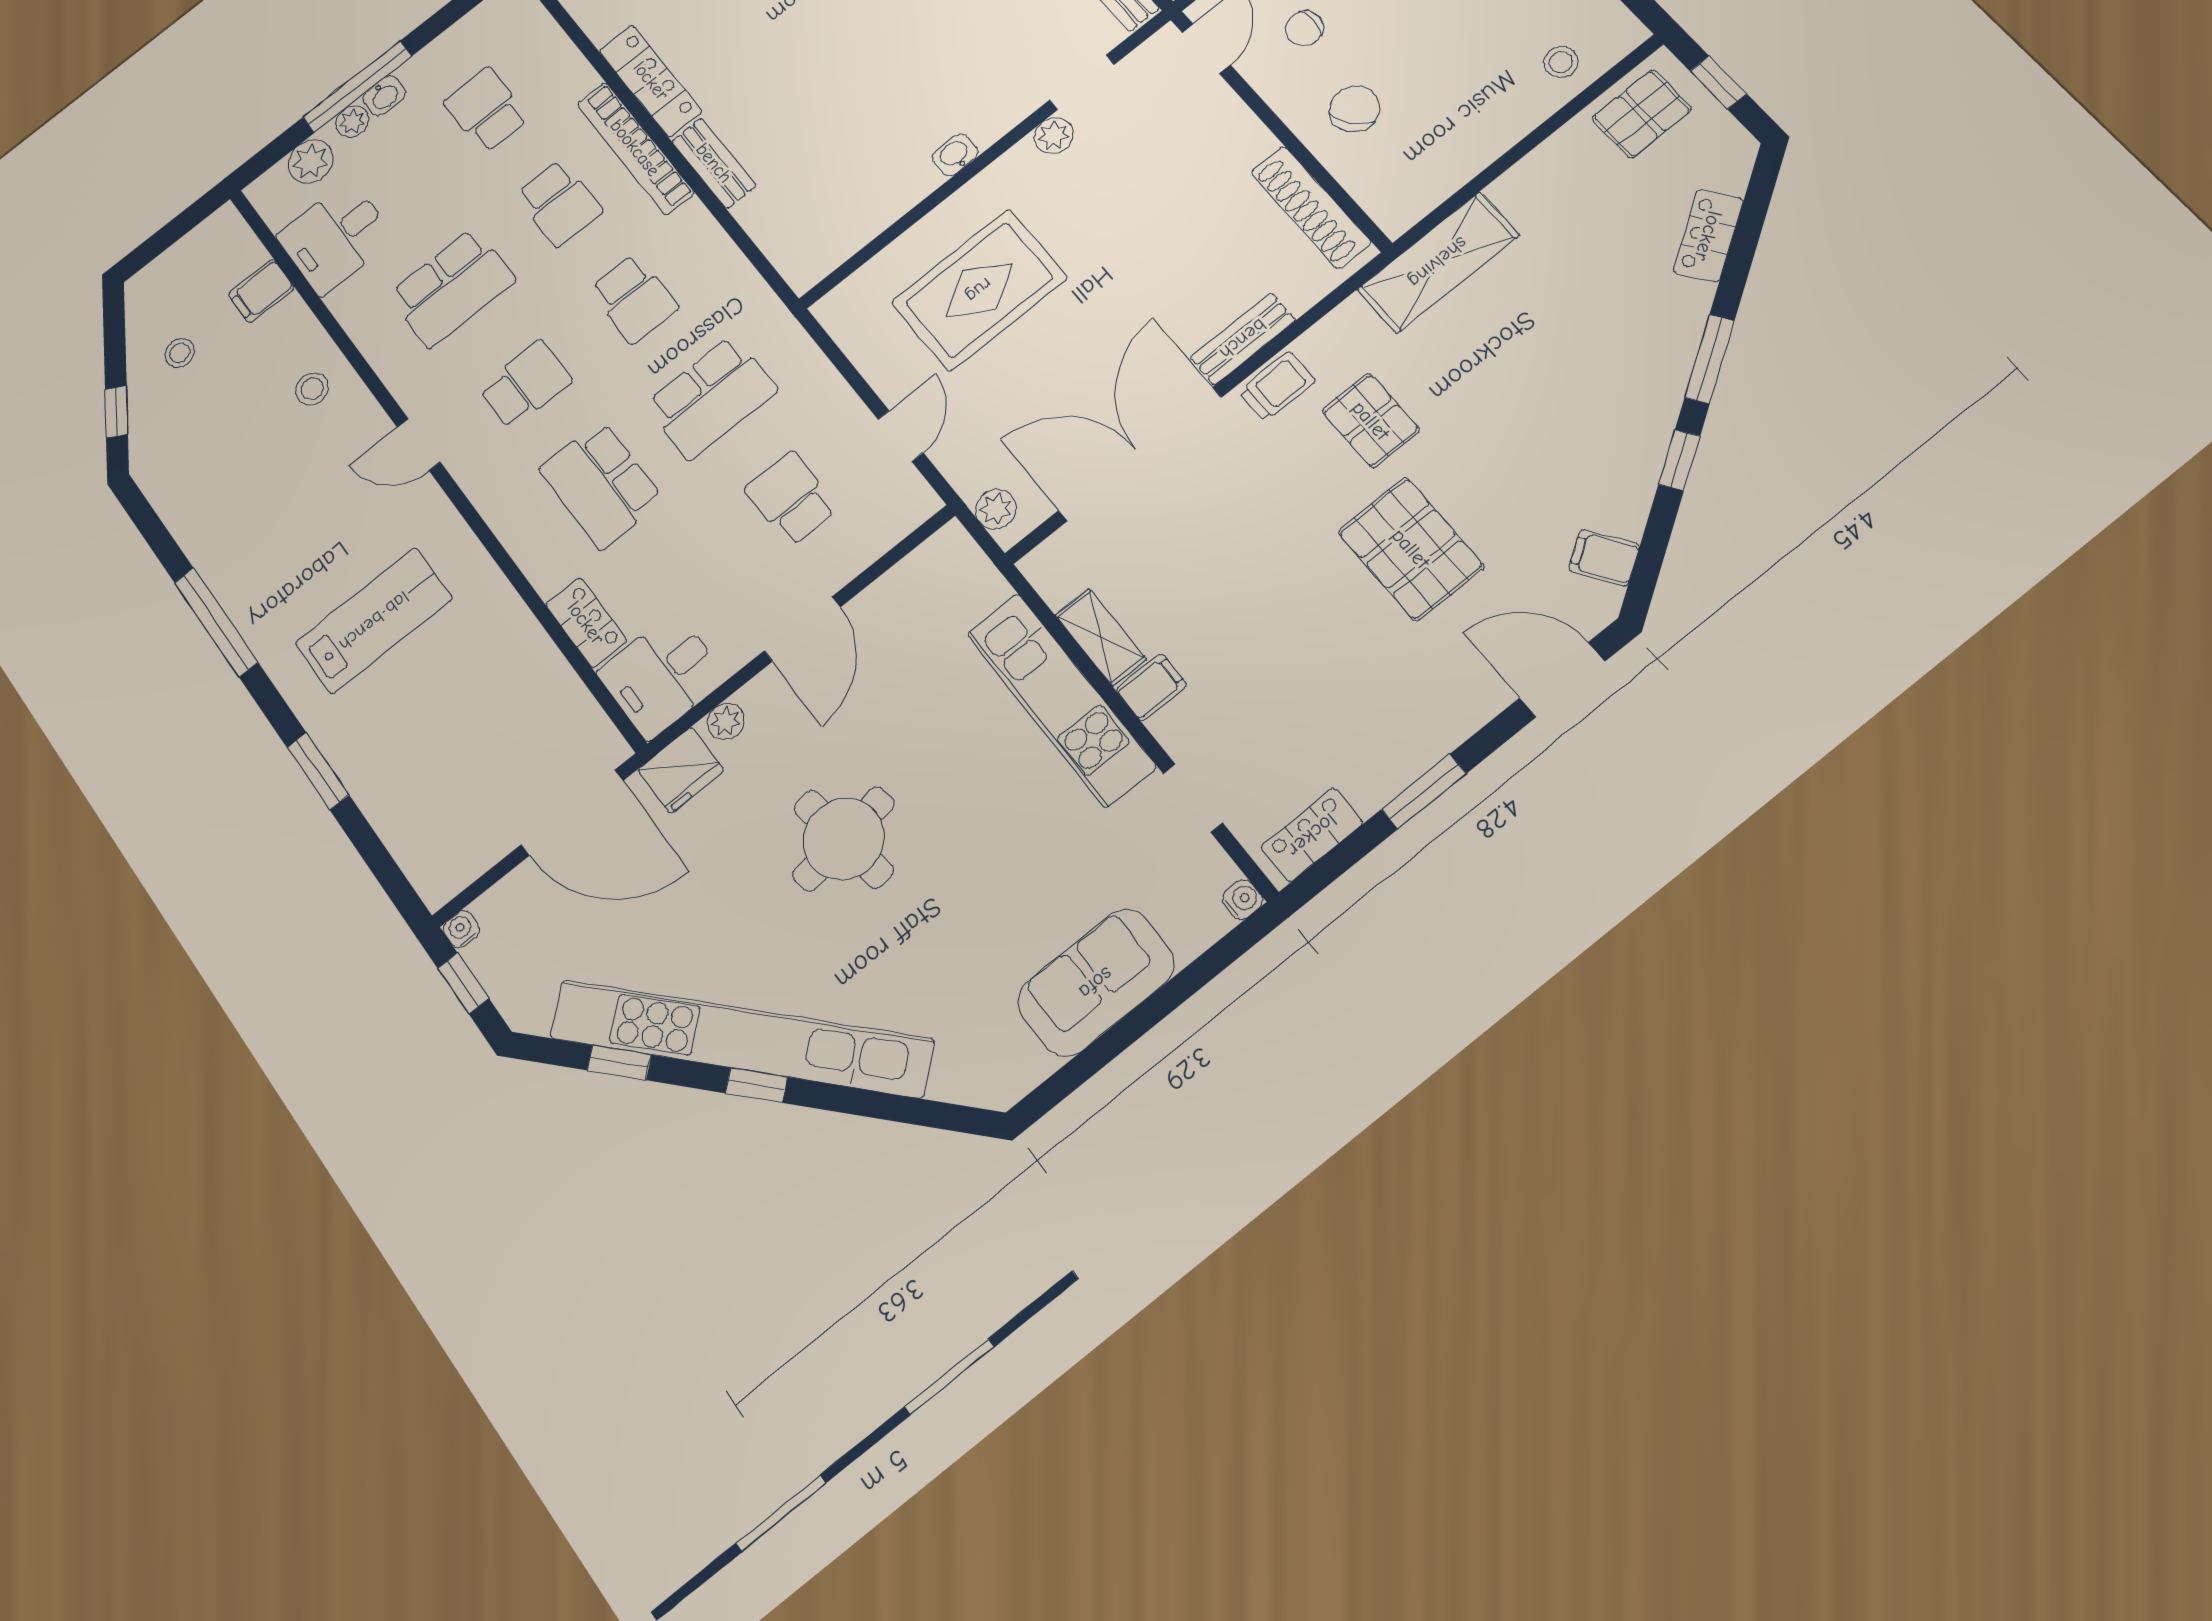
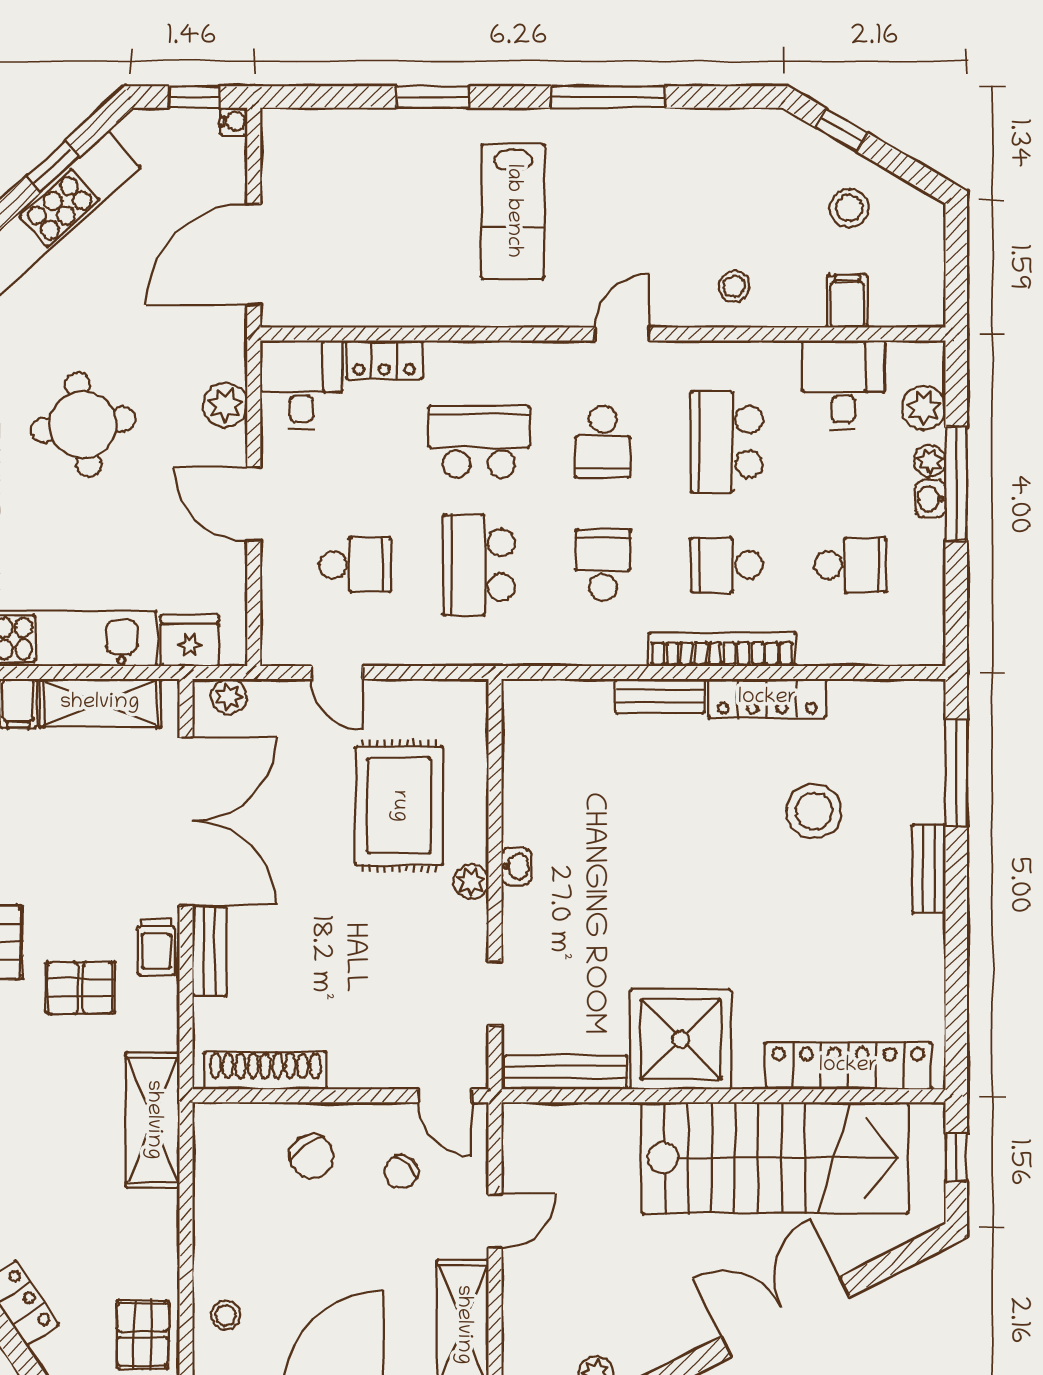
chair: (1304, 28) -> (401, 1172), turned -136
plant: (1054, 136) -> (471, 881), moved
school desk: (634, 299) -> (603, 565), turned 90
stool: (180, 353) -> (849, 208), width x1.37, depth x1.37
shelving: (1101, 637) -> (100, 703), width x1.50, depth x1.33
plant: (726, 721) -> (225, 405), width x1.38, depth x1.38
fridge: (681, 770) -> (190, 641), moved, turned 90

